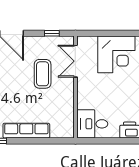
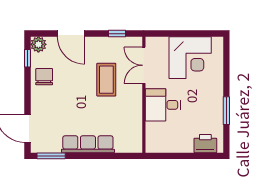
desk: (92, 124) -> (163, 105), moved

